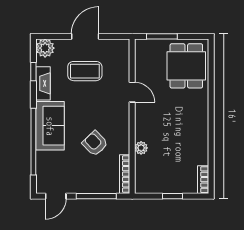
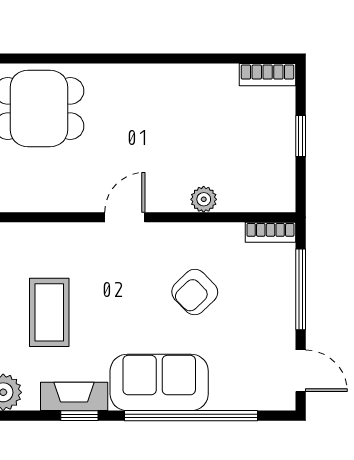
window: (33, 72) -> (79, 416), moved
door: (132, 92) -> (125, 217), moved
bookcase: (125, 174) -> (270, 232), width x0.64

